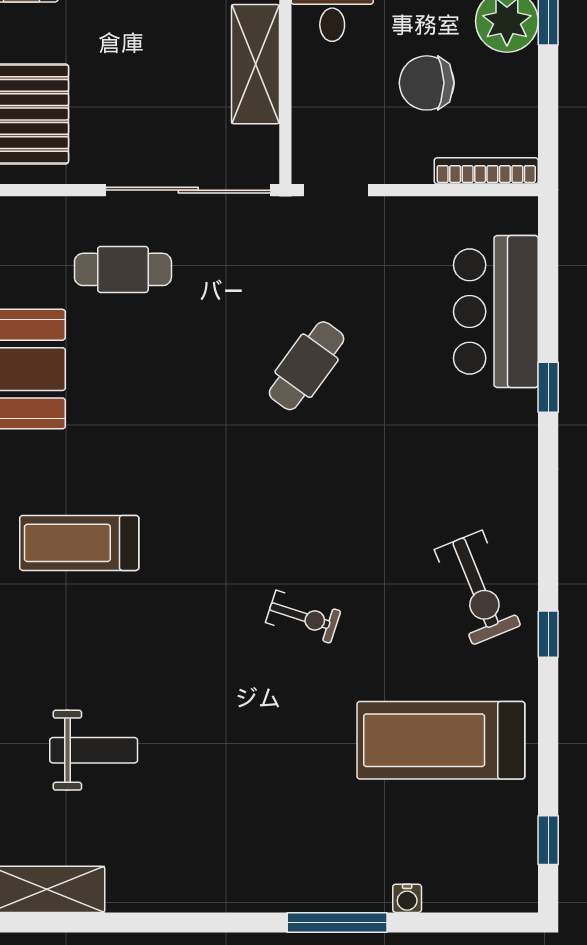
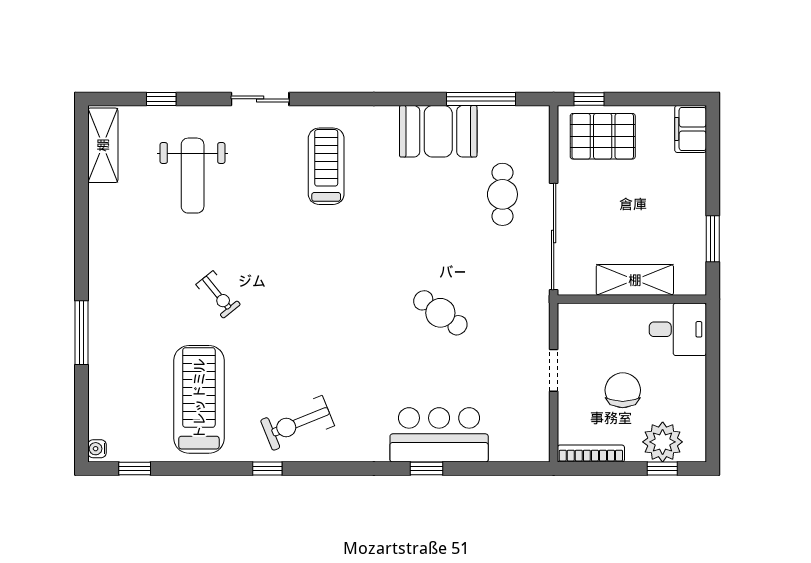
bookcase: (486, 171) -> (591, 454), moved, turned -90
doorway: (336, 190) -> (554, 370), moved
bar counter: (496, 312) -> (439, 435), moved
exercise bike: (303, 617) -> (218, 295), moved, turned -57
weight bench: (94, 750) -> (193, 176), width x1.36, depth x1.33
water cooler: (407, 898) -> (97, 449), moved

